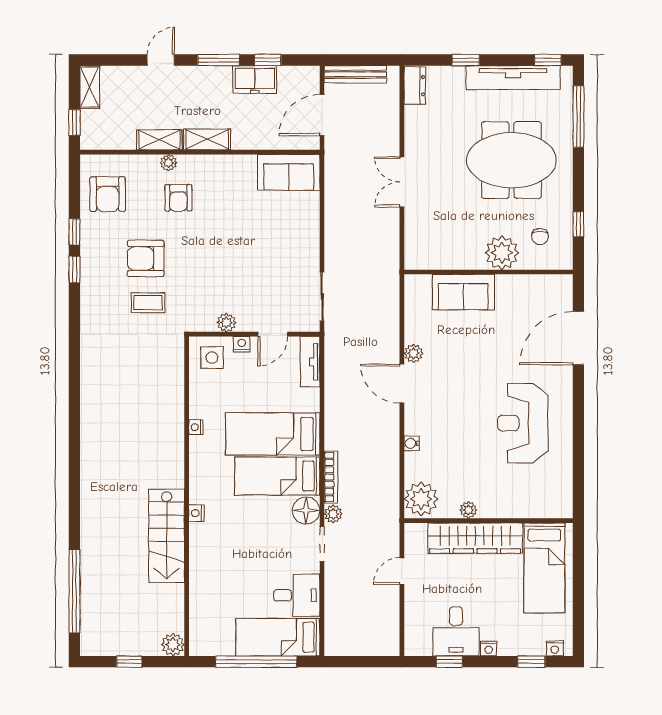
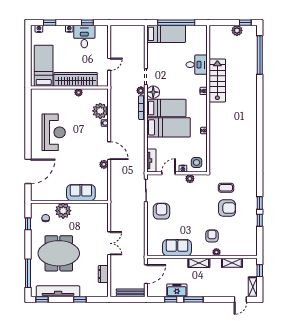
door: (161, 60) -> (240, 299), moved
dresser: (415, 86) -> (103, 274), moved
shelving: (159, 140) -> (232, 263), moved
sofa: (289, 172) -> (177, 248), moved
armchair: (108, 194) -> (161, 211), moved
plant: (421, 499) -> (100, 111), moved
desk: (297, 595) -> (197, 65), moved, turned 180
plant: (173, 645) -> (237, 30), moved
window: (129, 662) -> (245, 23), moved

